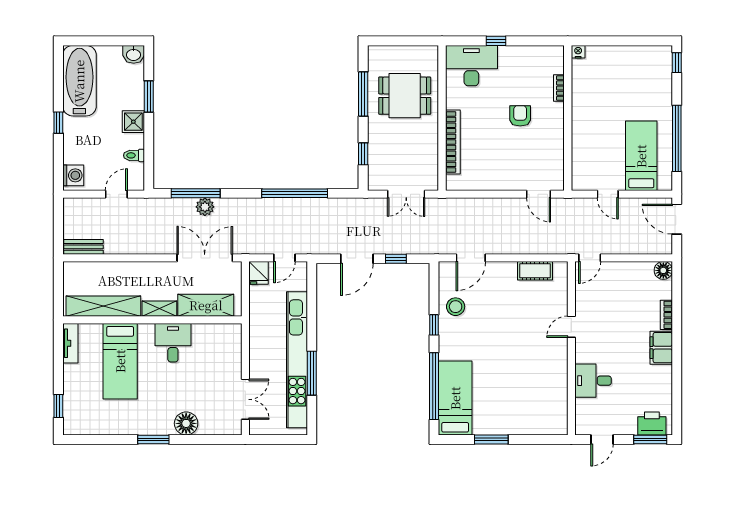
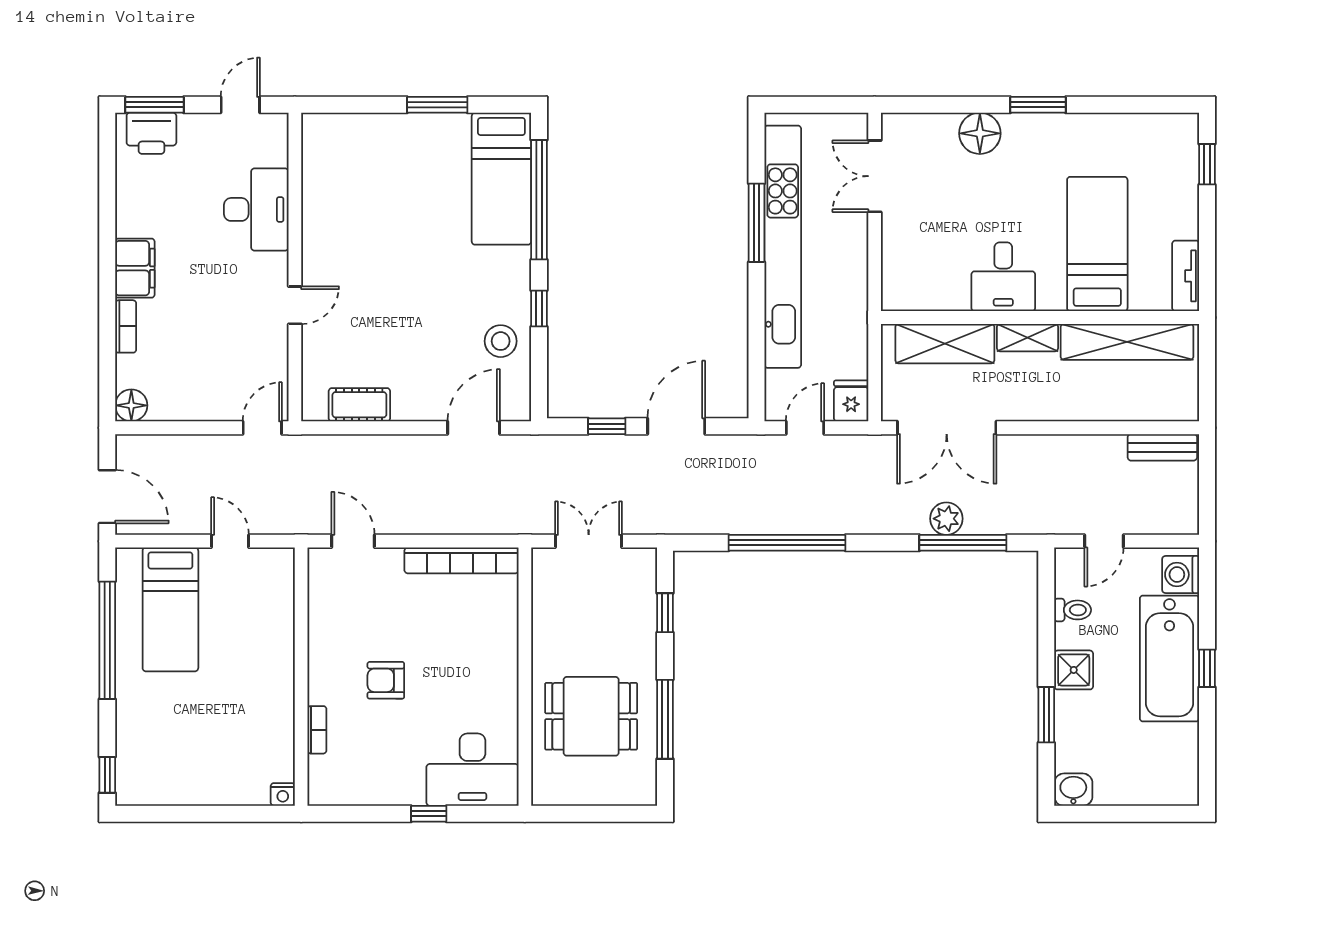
bathtub: (79, 81) -> (1169, 658), moved
armchair: (520, 116) -> (386, 680), turned 90
bookcase: (453, 142) -> (461, 560), moved, turned -90
desk: (593, 381) -> (256, 209), width x1.37

